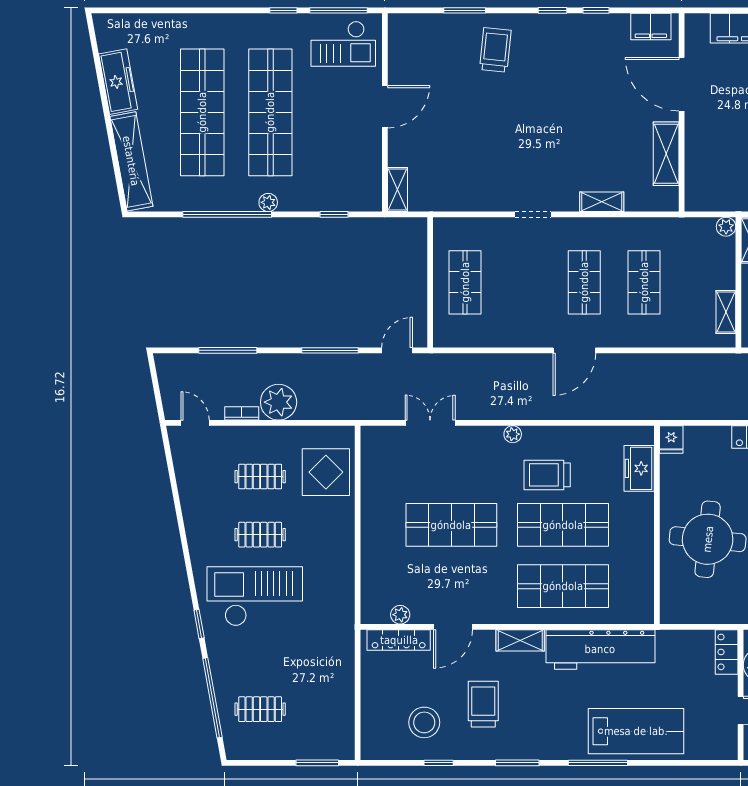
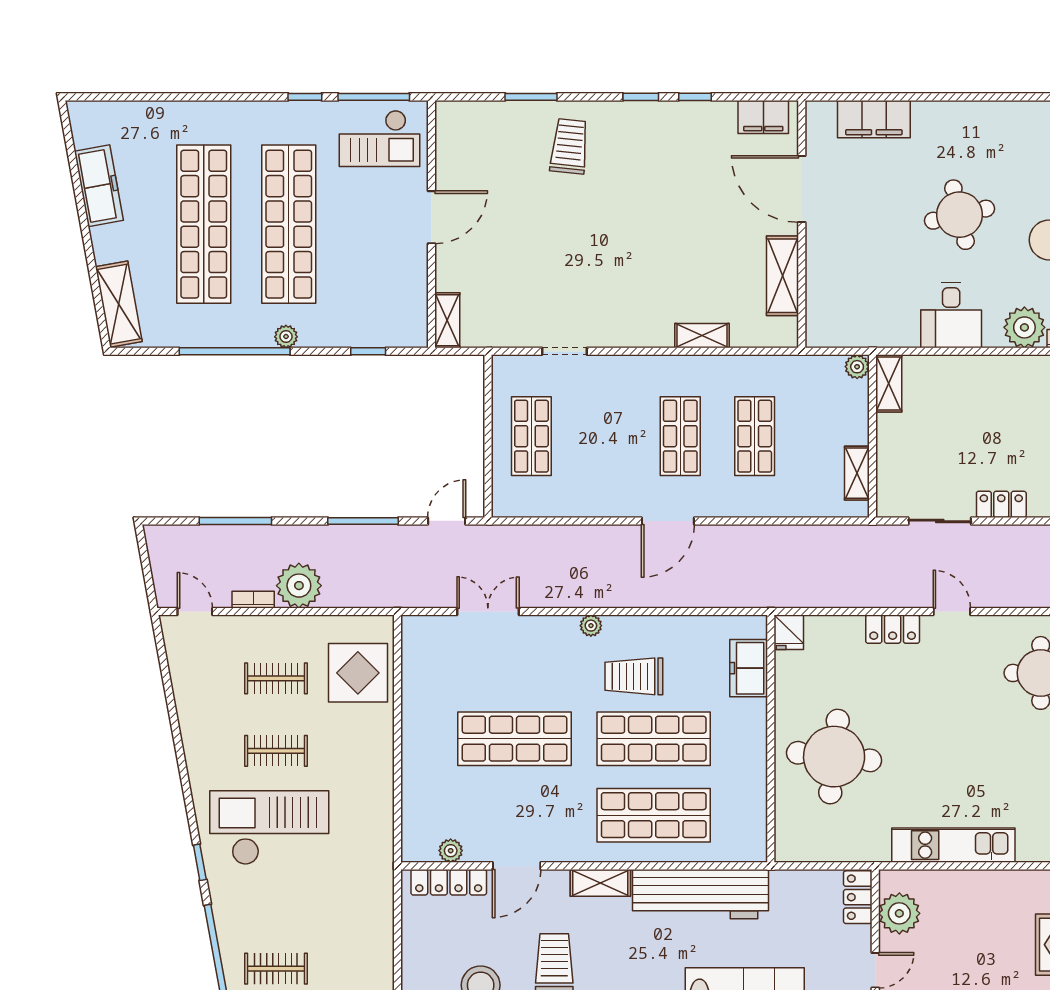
shelving: (131, 161) -> (119, 304), width x0.68
doorway: (533, 214) -> (564, 351), moved

